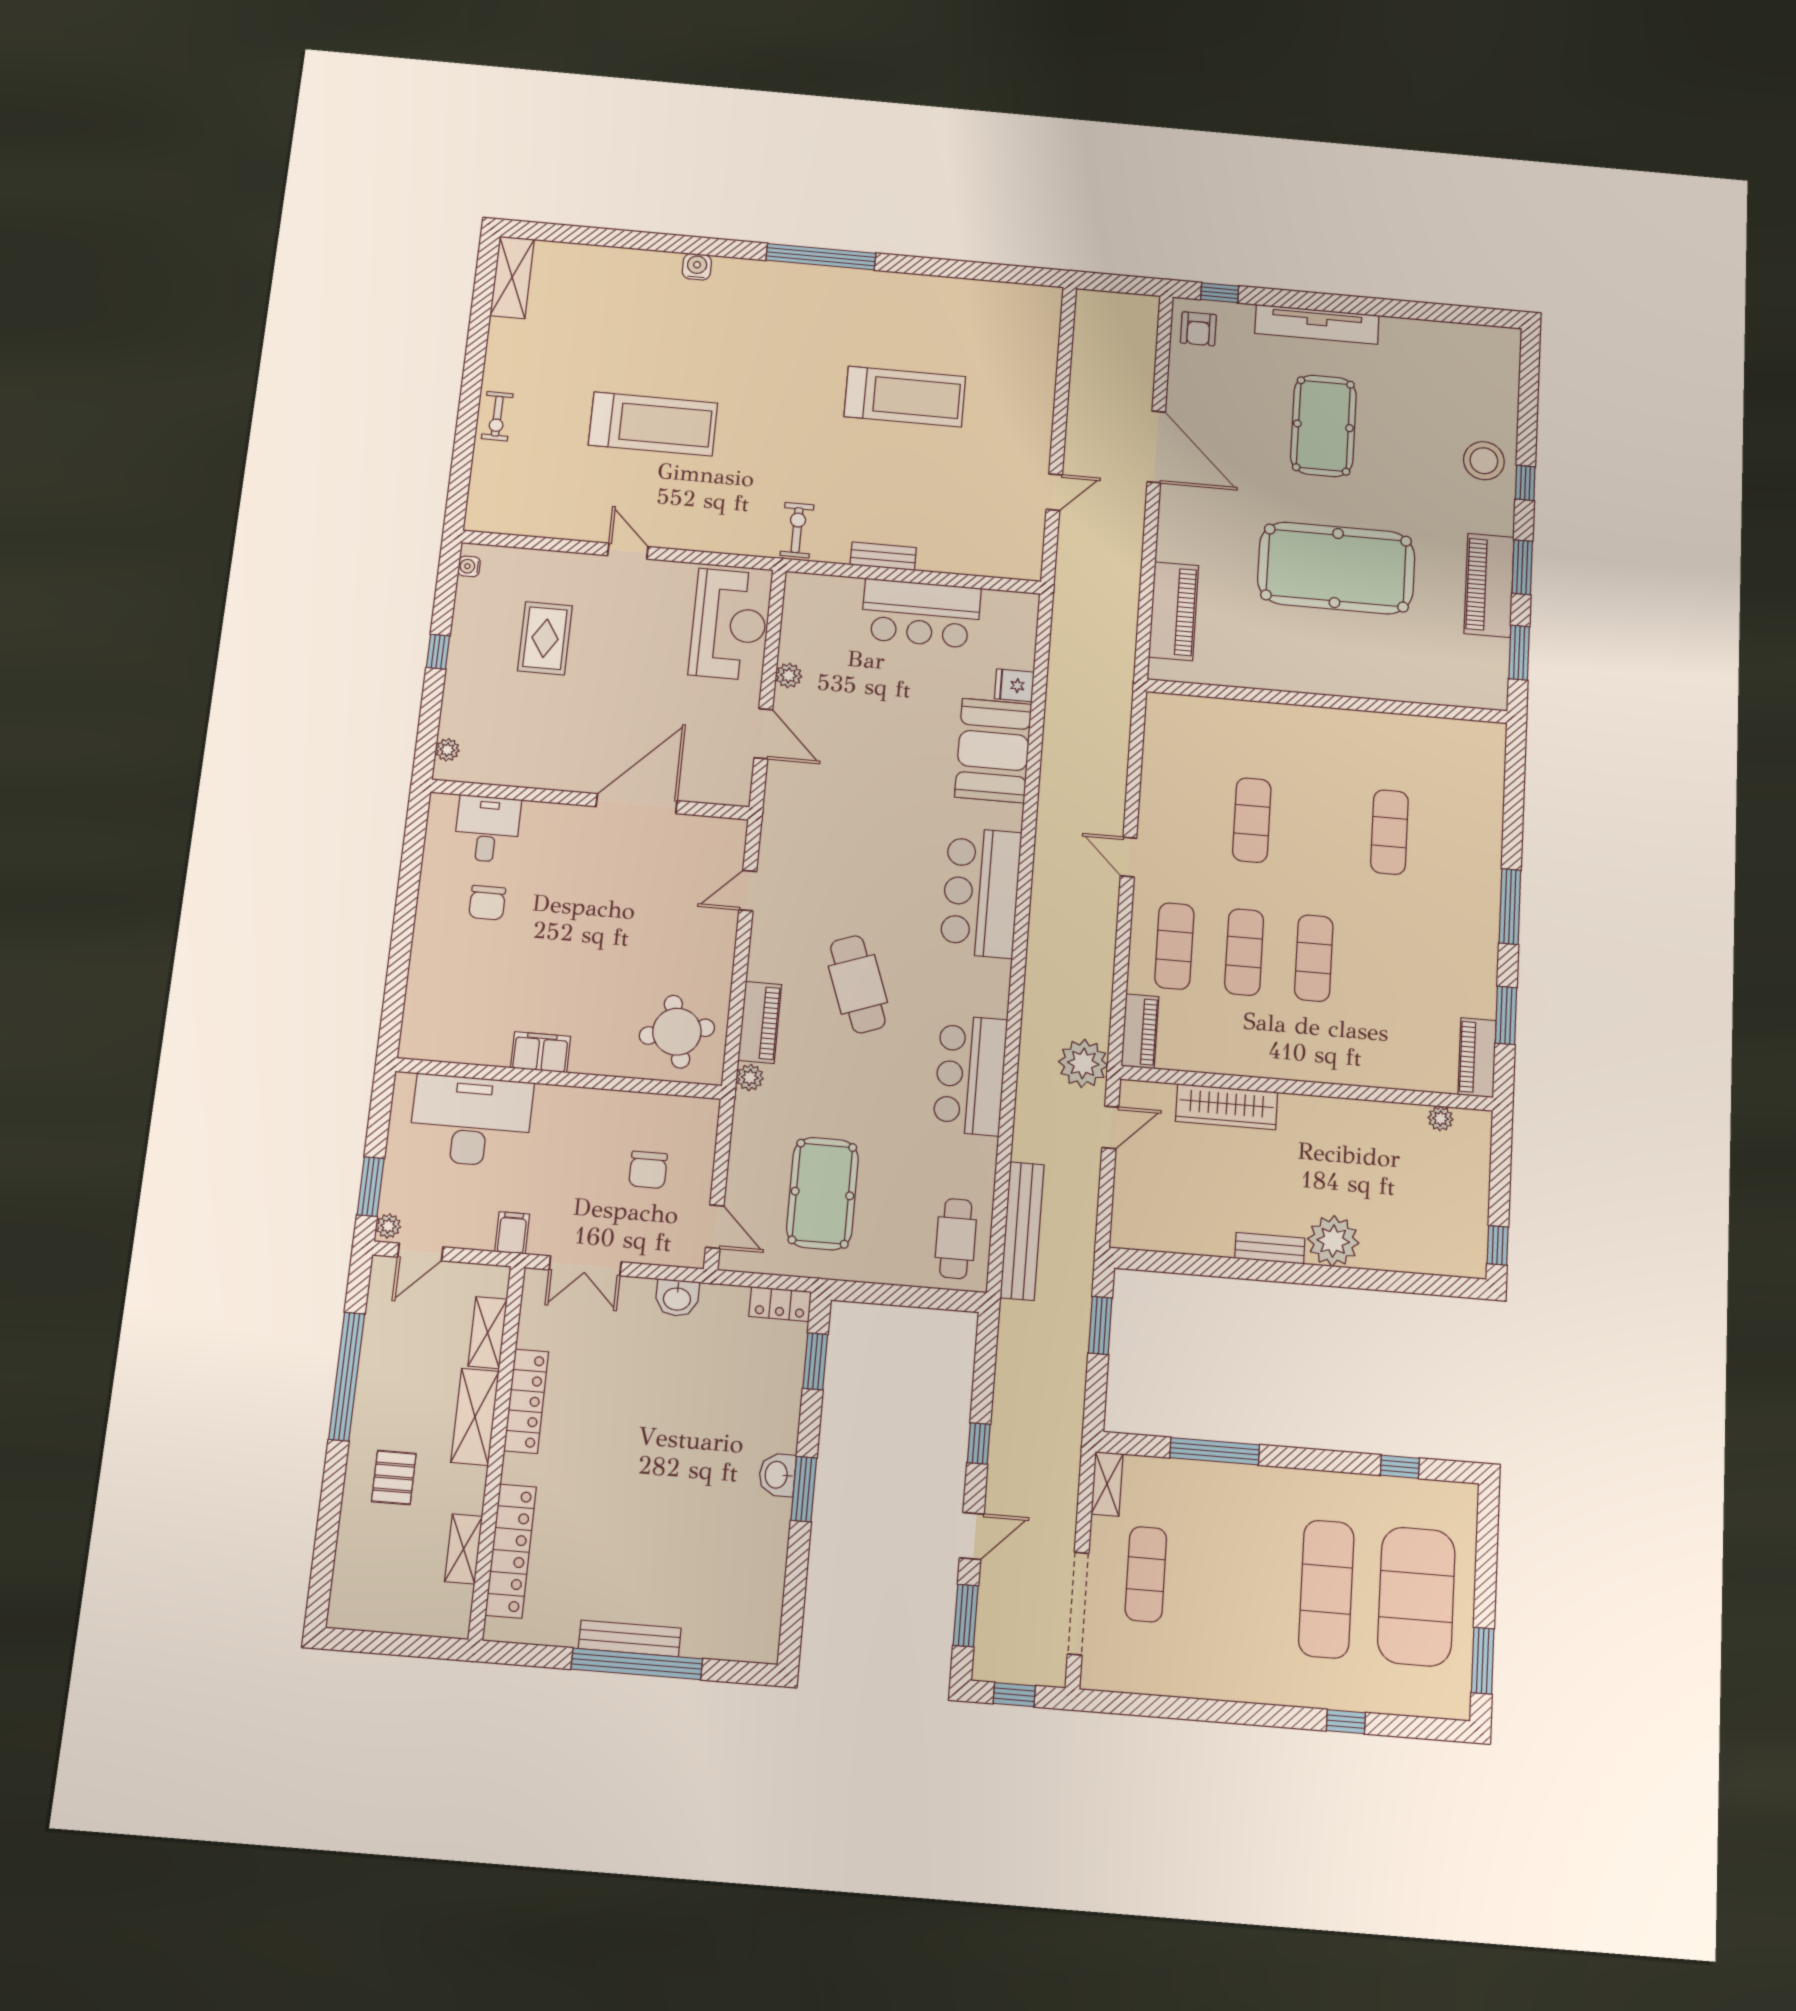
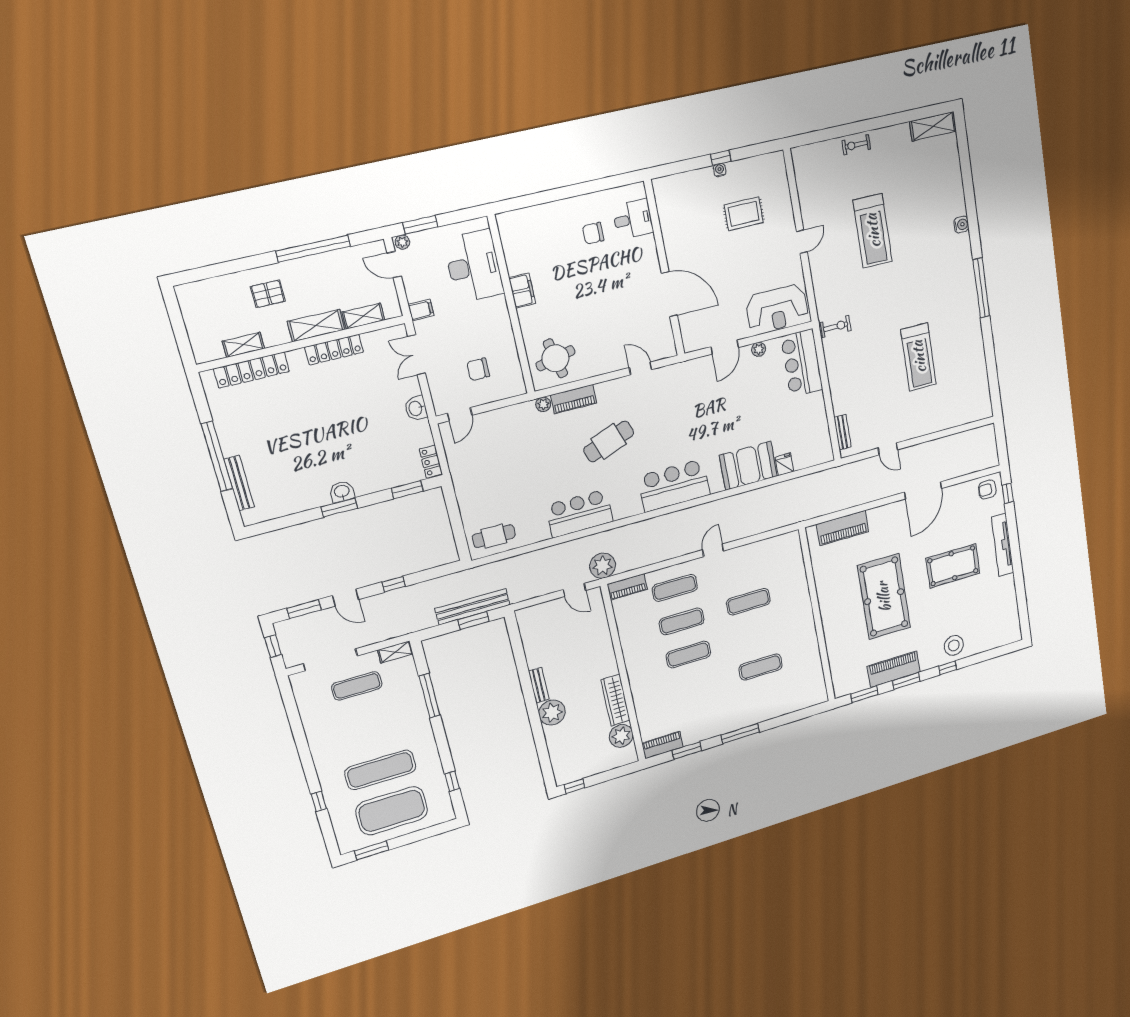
bench: (883, 556) -> (843, 432), moved
water cooler: (469, 566) -> (720, 170), moved
bar counter: (921, 613) -> (802, 363), moved
plant: (447, 750) -> (669, 182), removed
wardrobe: (1227, 1107) -> (616, 700), moved
plant: (1440, 1118) -> (621, 736), width x1.88, depth x1.88
pool table: (822, 1193) -> (495, 462), removed
bench: (1022, 1231) -> (473, 607), moved
bench: (630, 1638) -> (239, 483), moved

